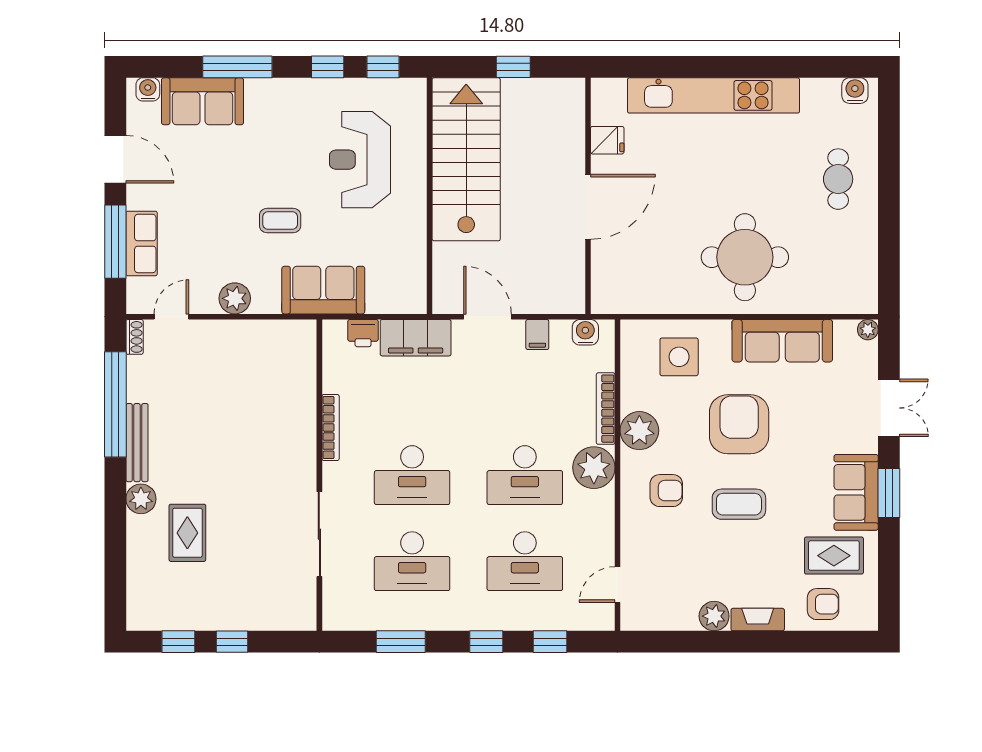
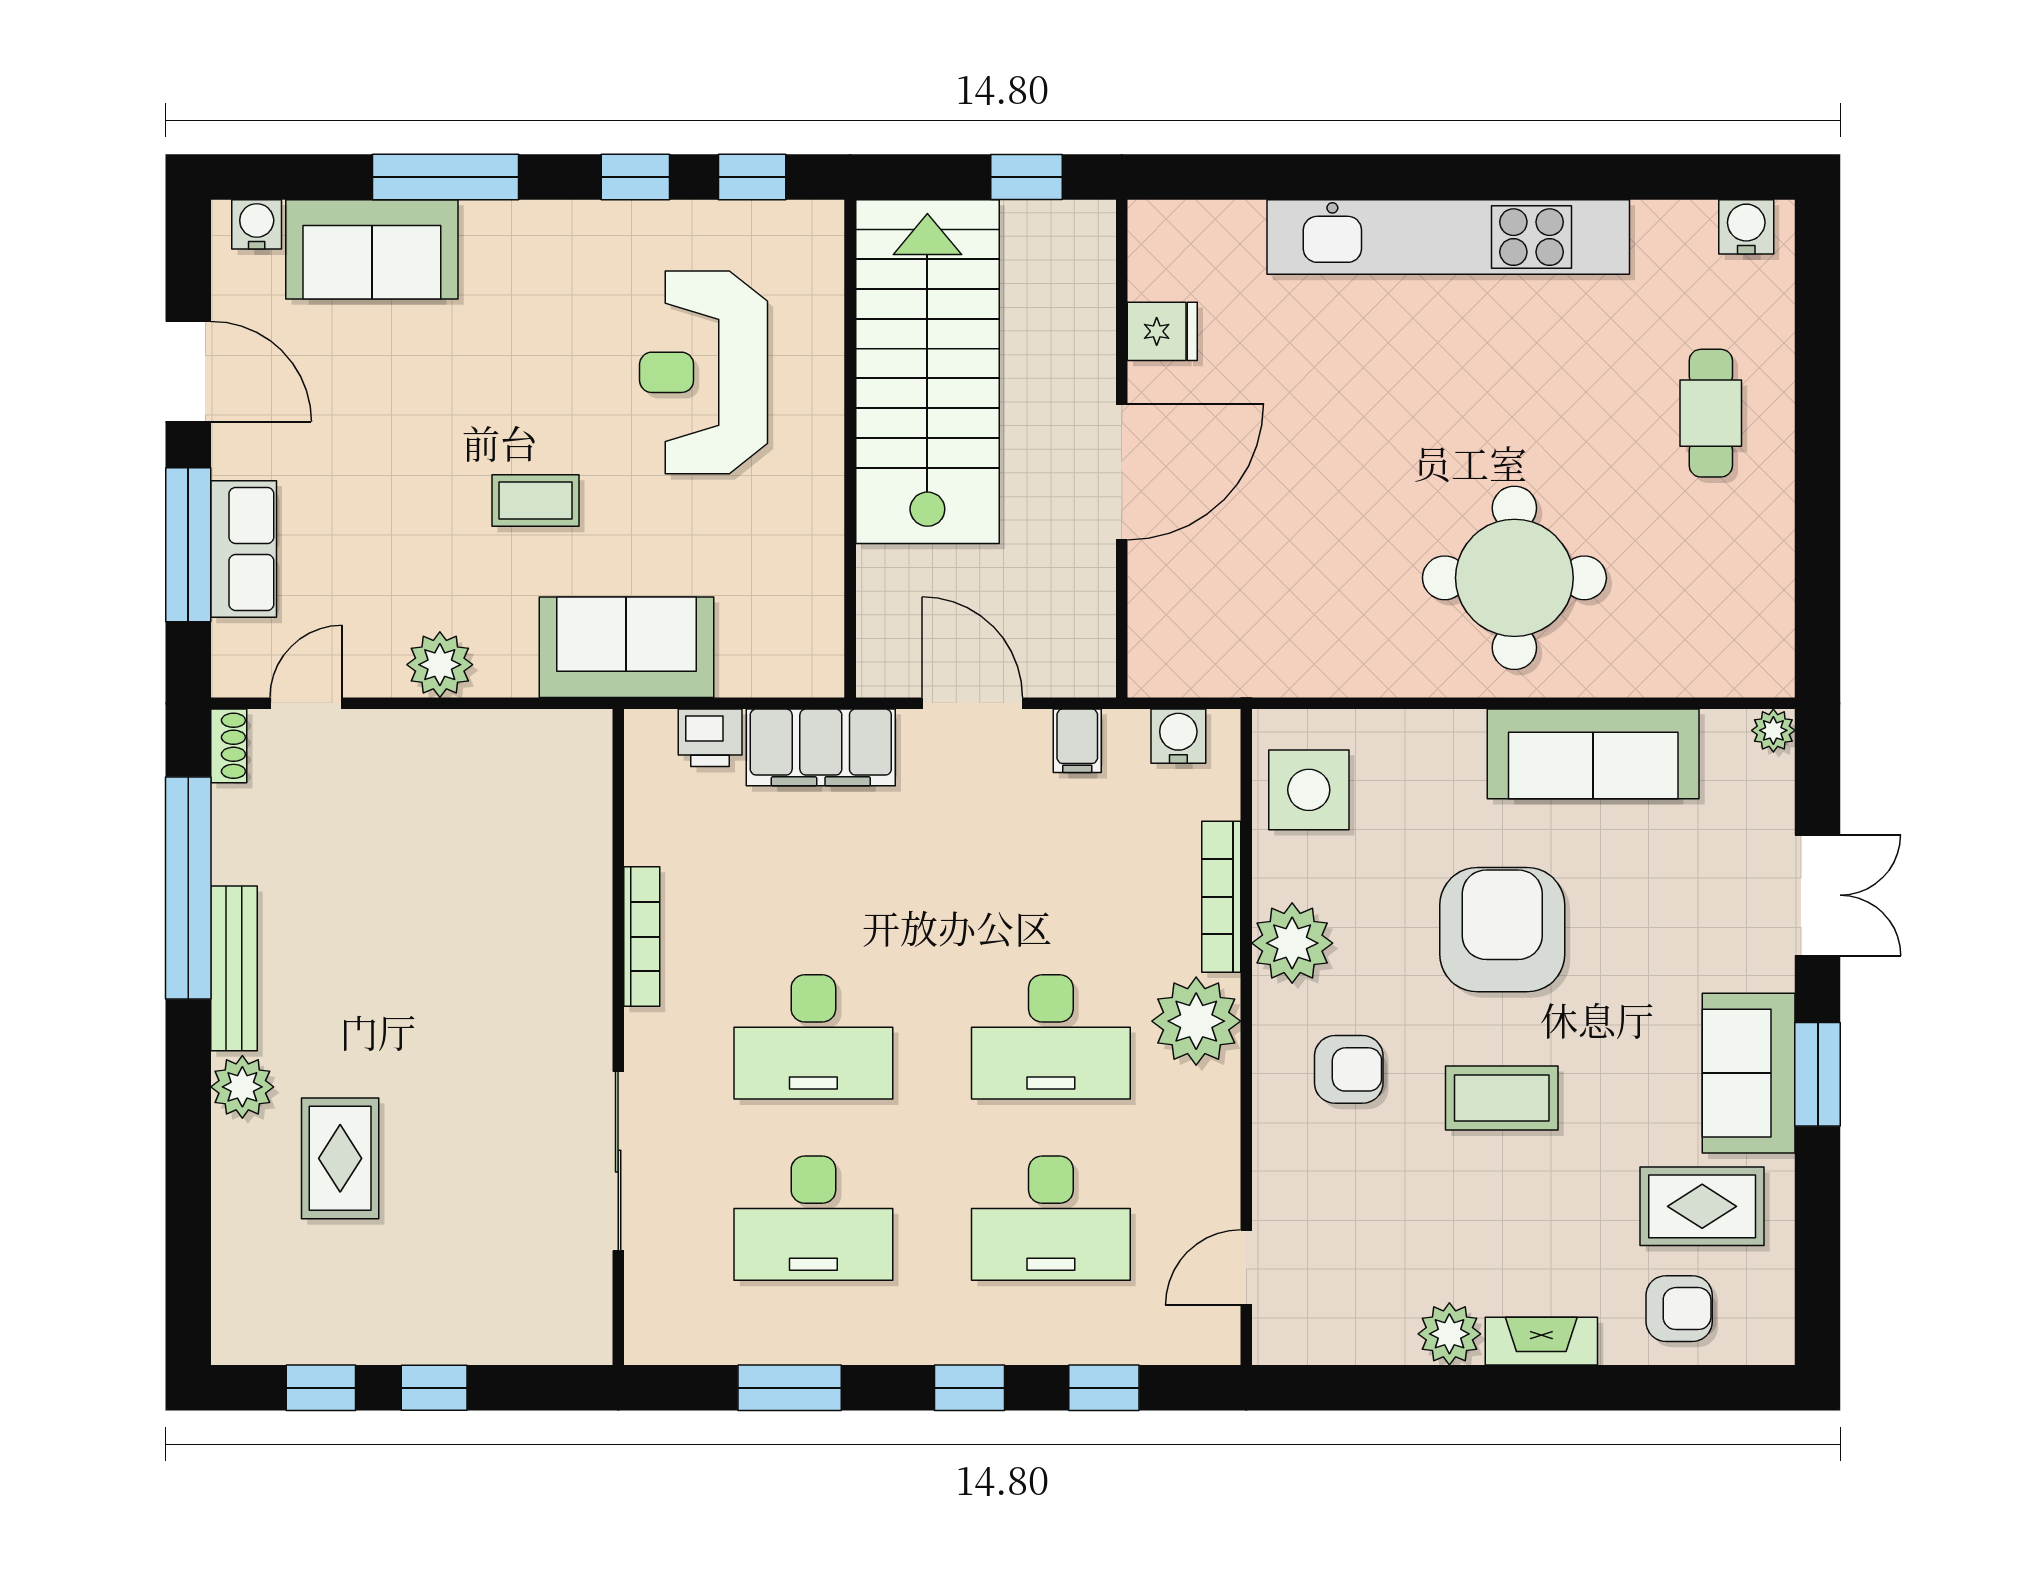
fridge: (607, 140) -> (1162, 331), moved
wall: (588, 196) -> (1122, 449), moved
door: (588, 207) -> (1122, 472), moved
side table: (679, 357) -> (1309, 790), moved

